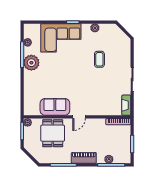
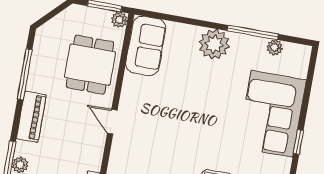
plant: (31, 63) -> (214, 44), moved
sofa: (55, 107) -> (146, 46), moved
dining table: (53, 133) -> (90, 65), turned 90

